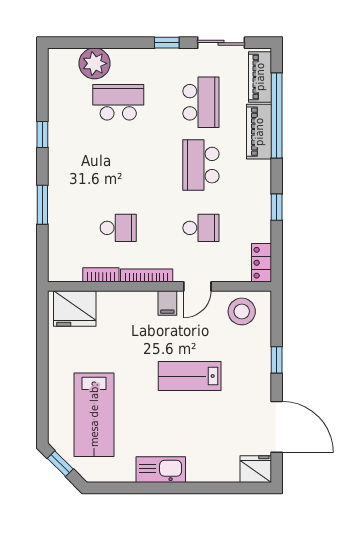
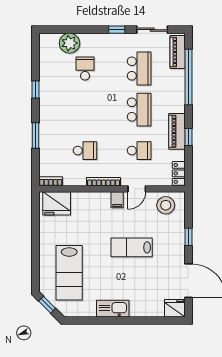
school desk: (118, 102) -> (85, 69), width x0.54
piano: (259, 132) -> (177, 131), moved
school desk: (201, 165) -> (139, 110), turned 180
bookcase: (101, 275) -> (51, 181), moved

